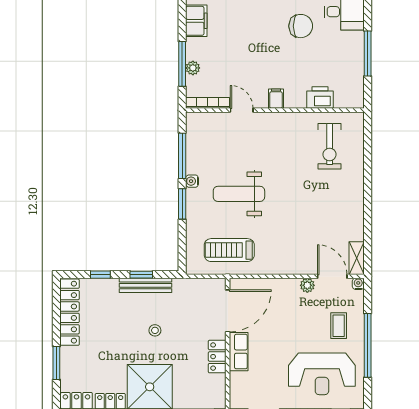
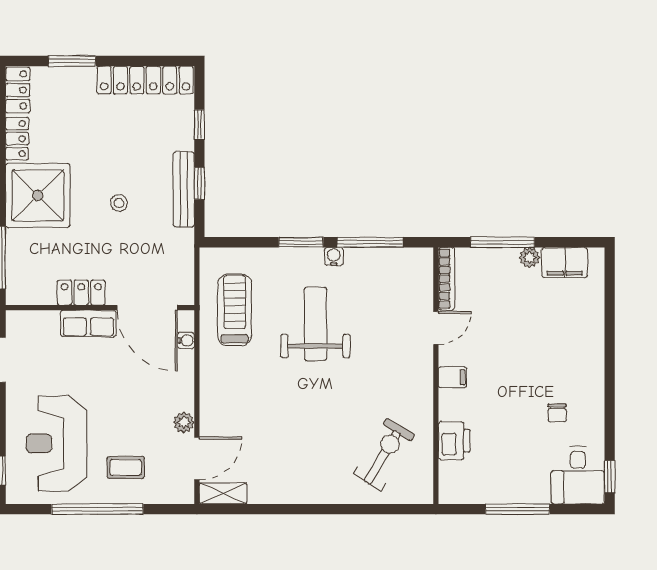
chair: (301, 26) -> (557, 413), width x0.54, depth x0.54
plant: (193, 68) -> (530, 258), moved
exercise bike: (330, 146) -> (384, 454), turned 121
water cooler: (358, 284) -> (186, 340), moved

